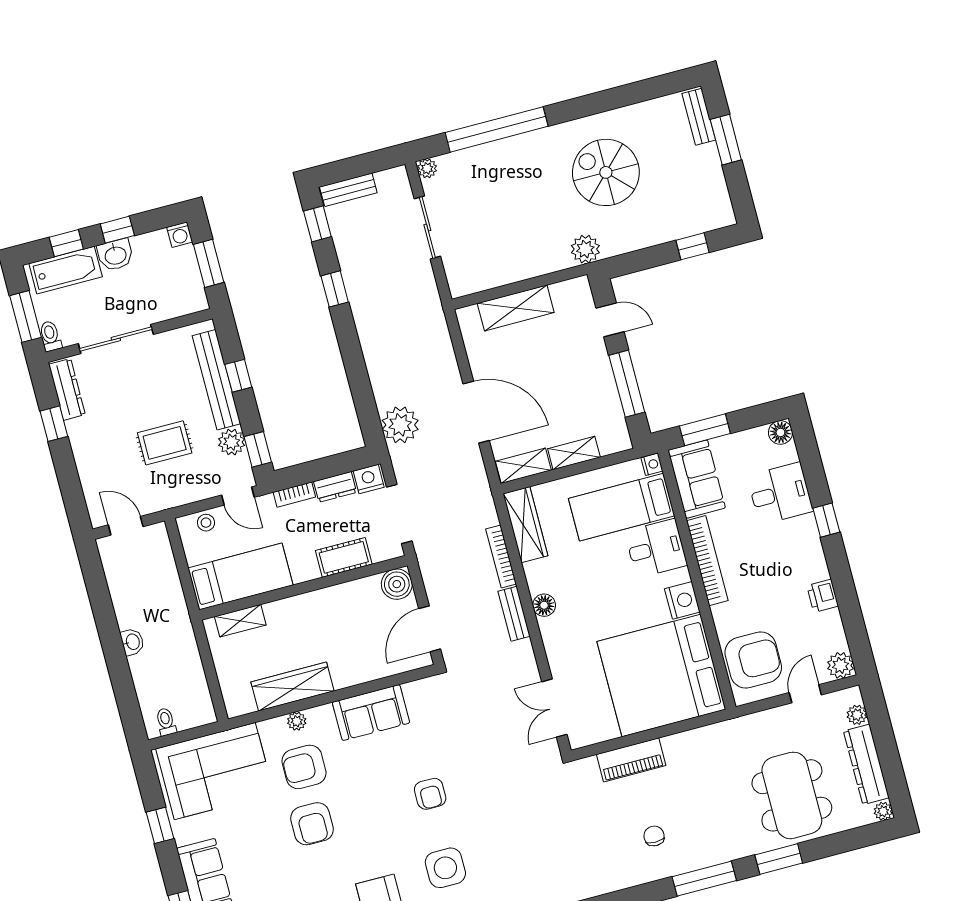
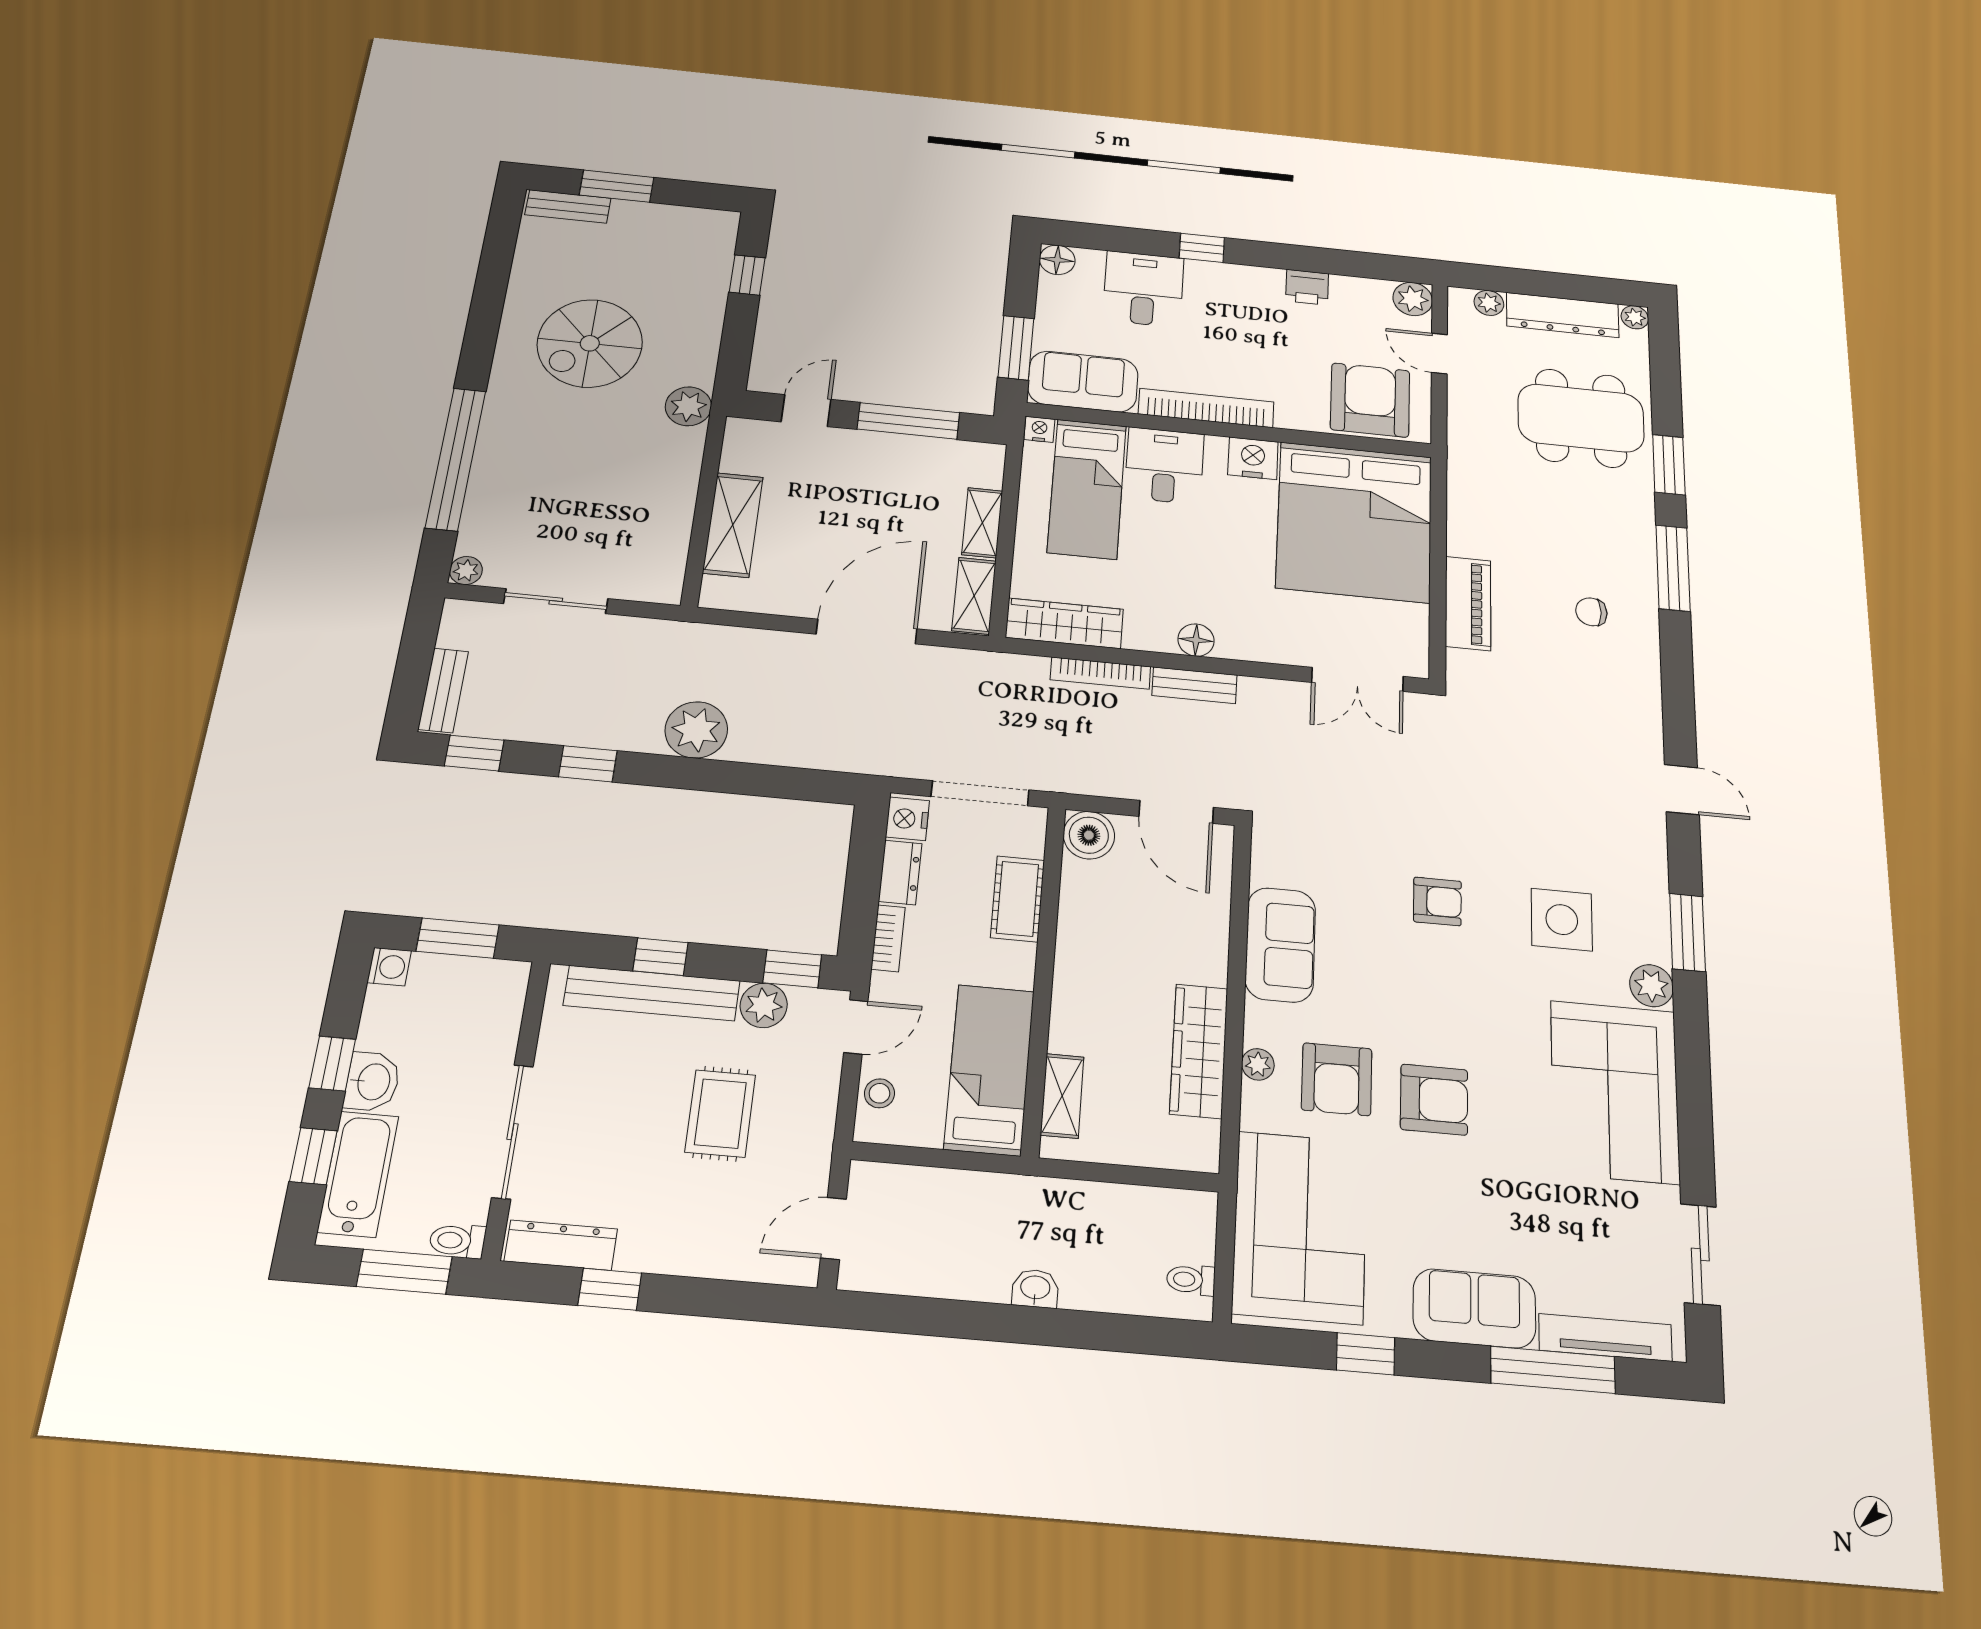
plant: (400, 425) -> (696, 730), moved

